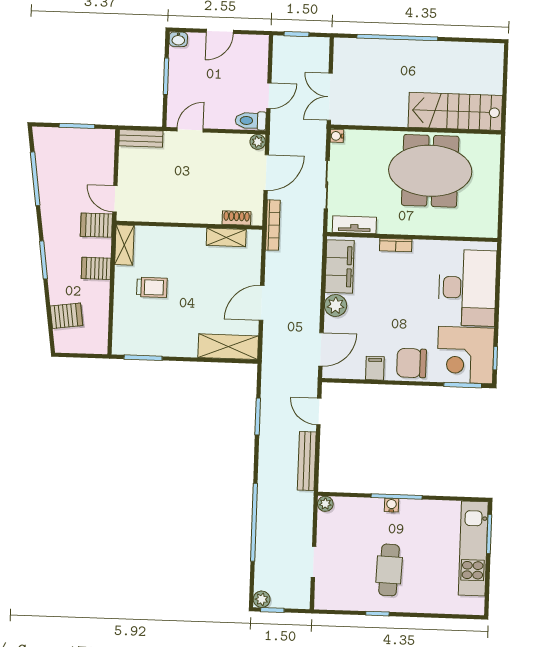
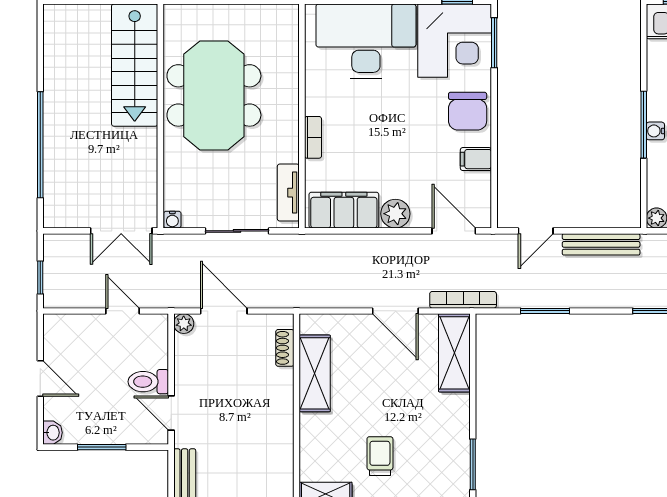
toilet: (251, 121) -> (148, 382), moved, turned 90
bookcase: (273, 225) -> (463, 300), moved
shelving: (226, 237) -> (315, 373), width x1.50, depth x1.33

